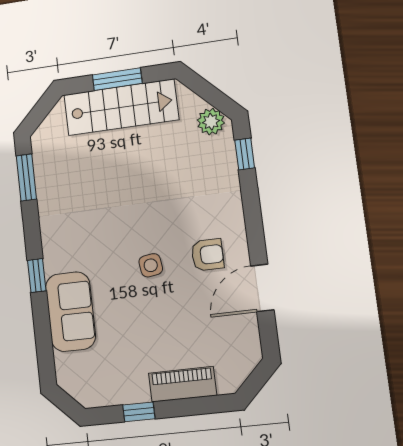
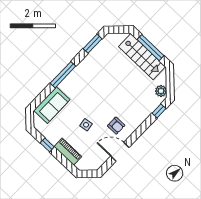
window: (117, 79) -> (150, 48), width x1.44
side table: (151, 265) -> (86, 125), moved
window: (37, 276) -> (63, 75), width x2.17
sofa: (70, 312) -> (52, 105), moved

